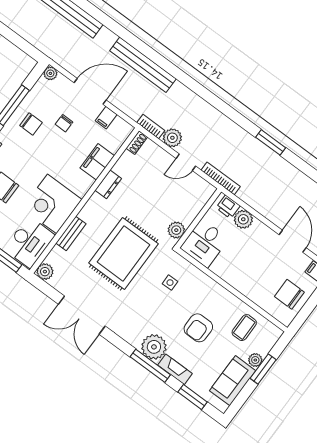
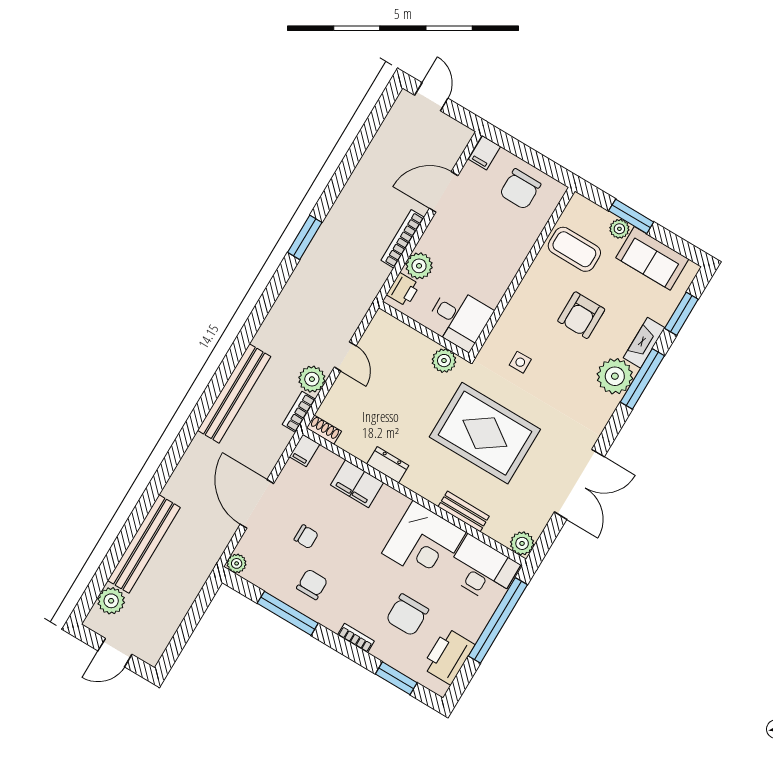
bench: (143, 65) -> (234, 393), moved
filing cabinet: (106, 118) -> (304, 451), moved, turned 90
bookcase: (221, 178) -> (403, 239), moved
armchair: (198, 328) -> (581, 315), turned 90
coffee table: (244, 328) -> (574, 249), width x1.36, depth x1.30

